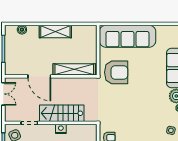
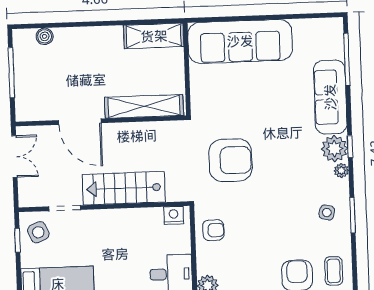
shelving: (55, 31) -> (154, 36), moved
armchair: (116, 72) -> (230, 160), moved
nightstand: (61, 129) -> (174, 215), moved

